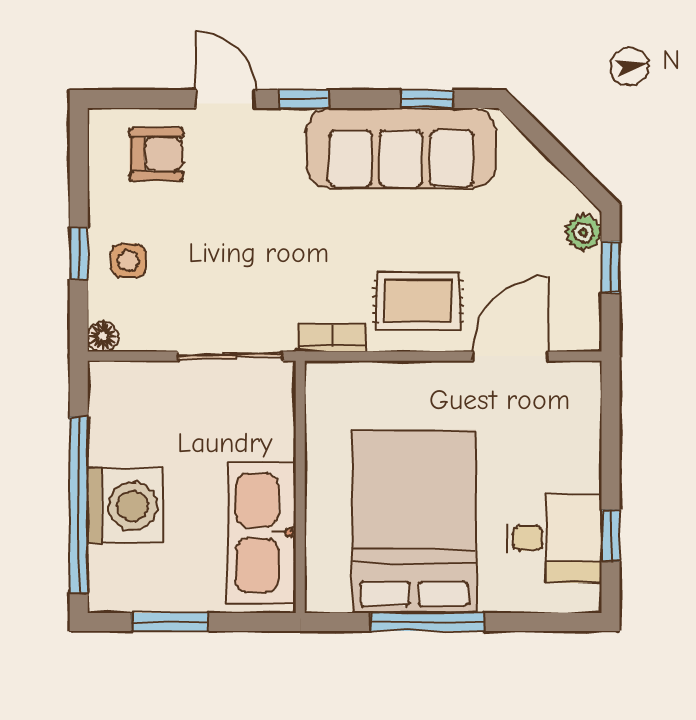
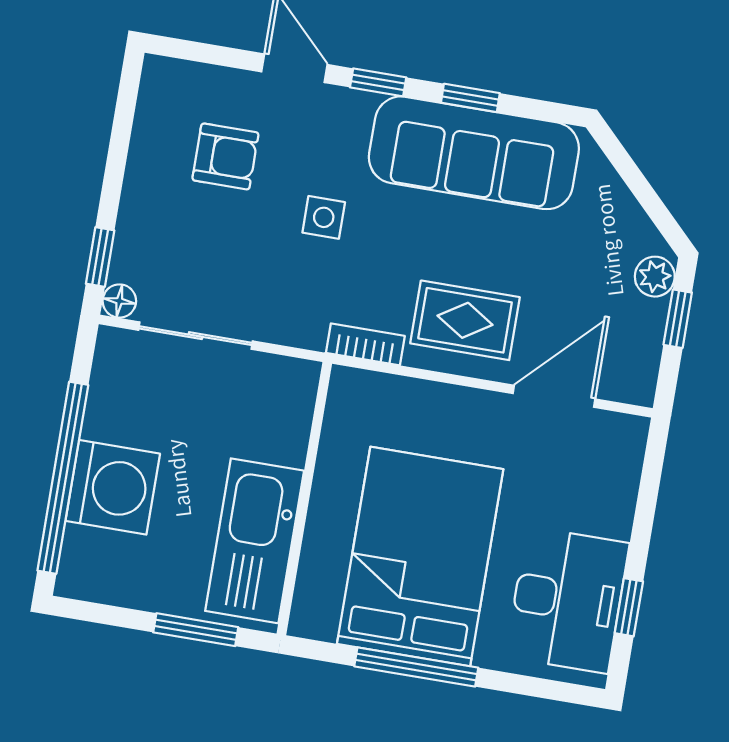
window: (427, 99) -> (470, 98), moved
armchair: (156, 154) -> (225, 156), moved
window: (79, 254) -> (100, 257), moved
side table: (128, 261) -> (324, 217), moved
sliding door: (230, 356) -> (195, 336), moved
desk: (554, 538) -> (567, 600), width x1.37
window: (170, 622) -> (196, 630), moved

